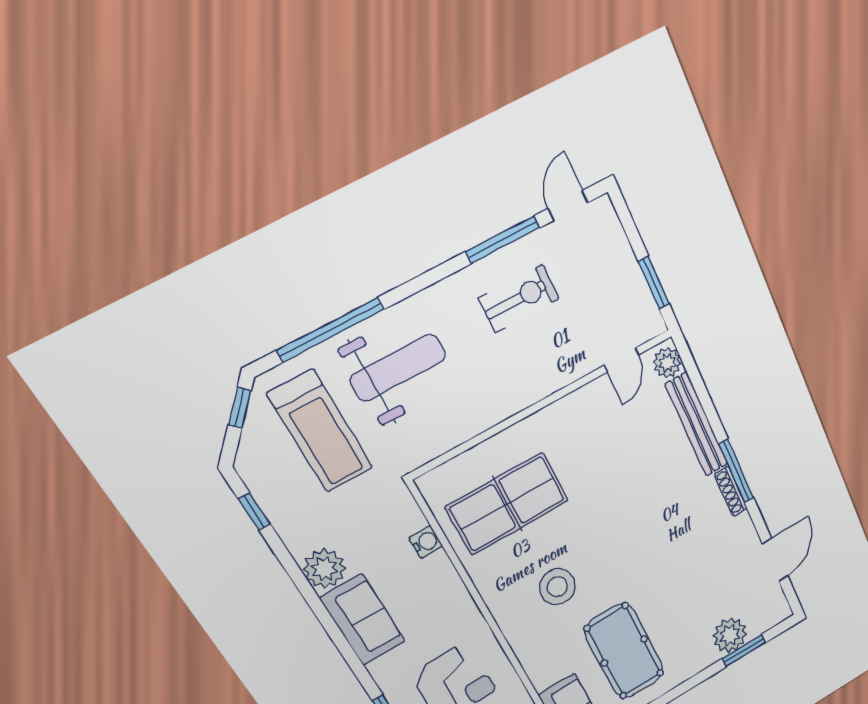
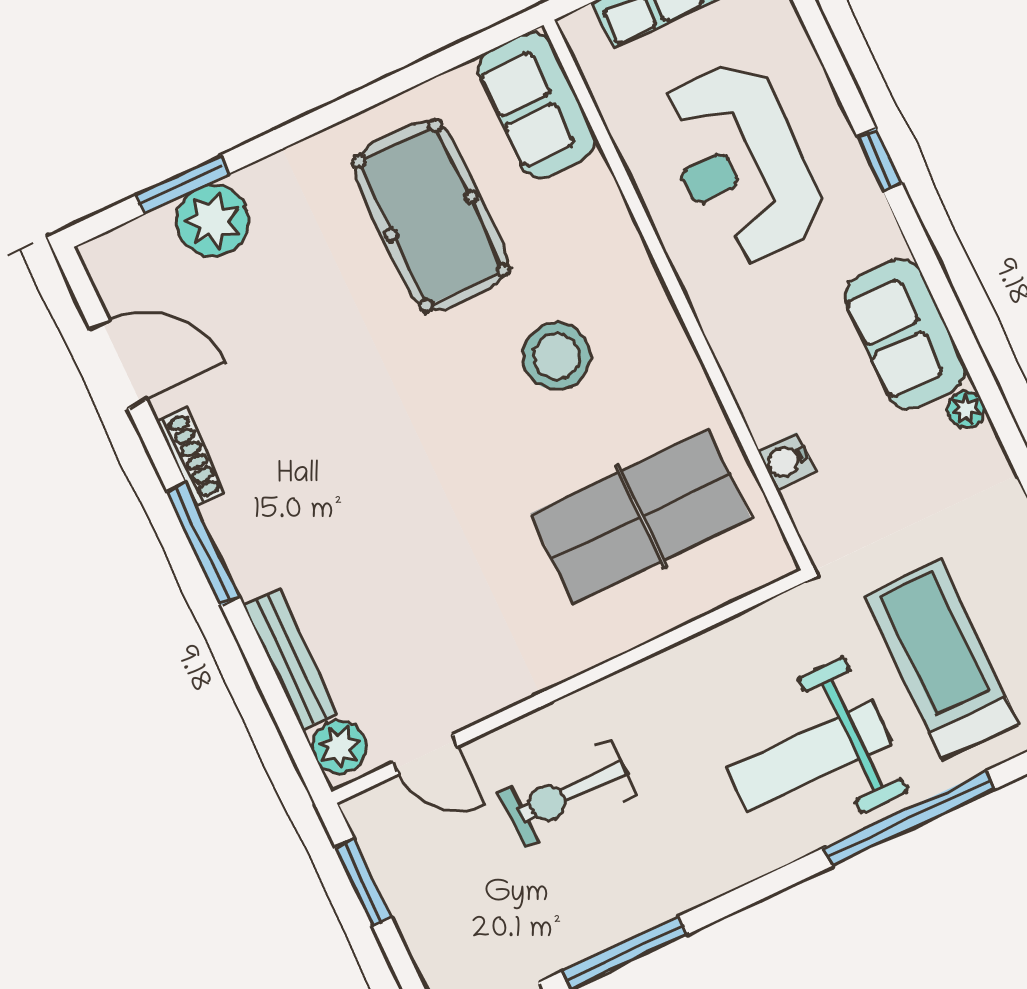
exercise bike: (519, 298) -> (567, 794), moved
door: (621, 360) -> (425, 754), swing flipped
bench: (697, 425) -> (290, 660), width x0.73, depth x0.82
shoe rack: (731, 491) -> (191, 457), moved
door: (775, 560) -> (118, 364), swing flipped
plant: (325, 569) -> (966, 409), width x0.53, depth x0.53

